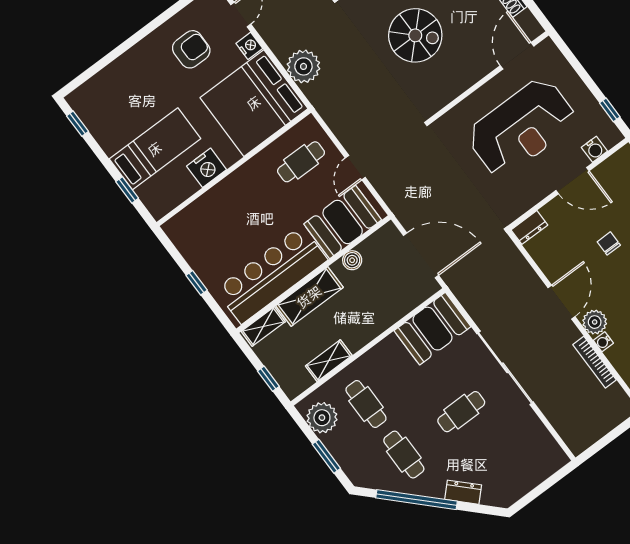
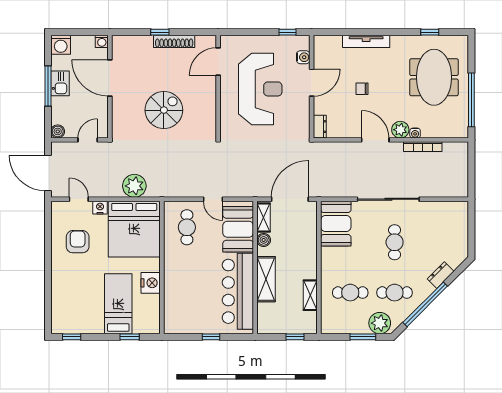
door: (517, 56) -> (218, 61), hinge flipped
shelving: (263, 327) -> (264, 218), moved
plant: (322, 418) -> (380, 323), moved

